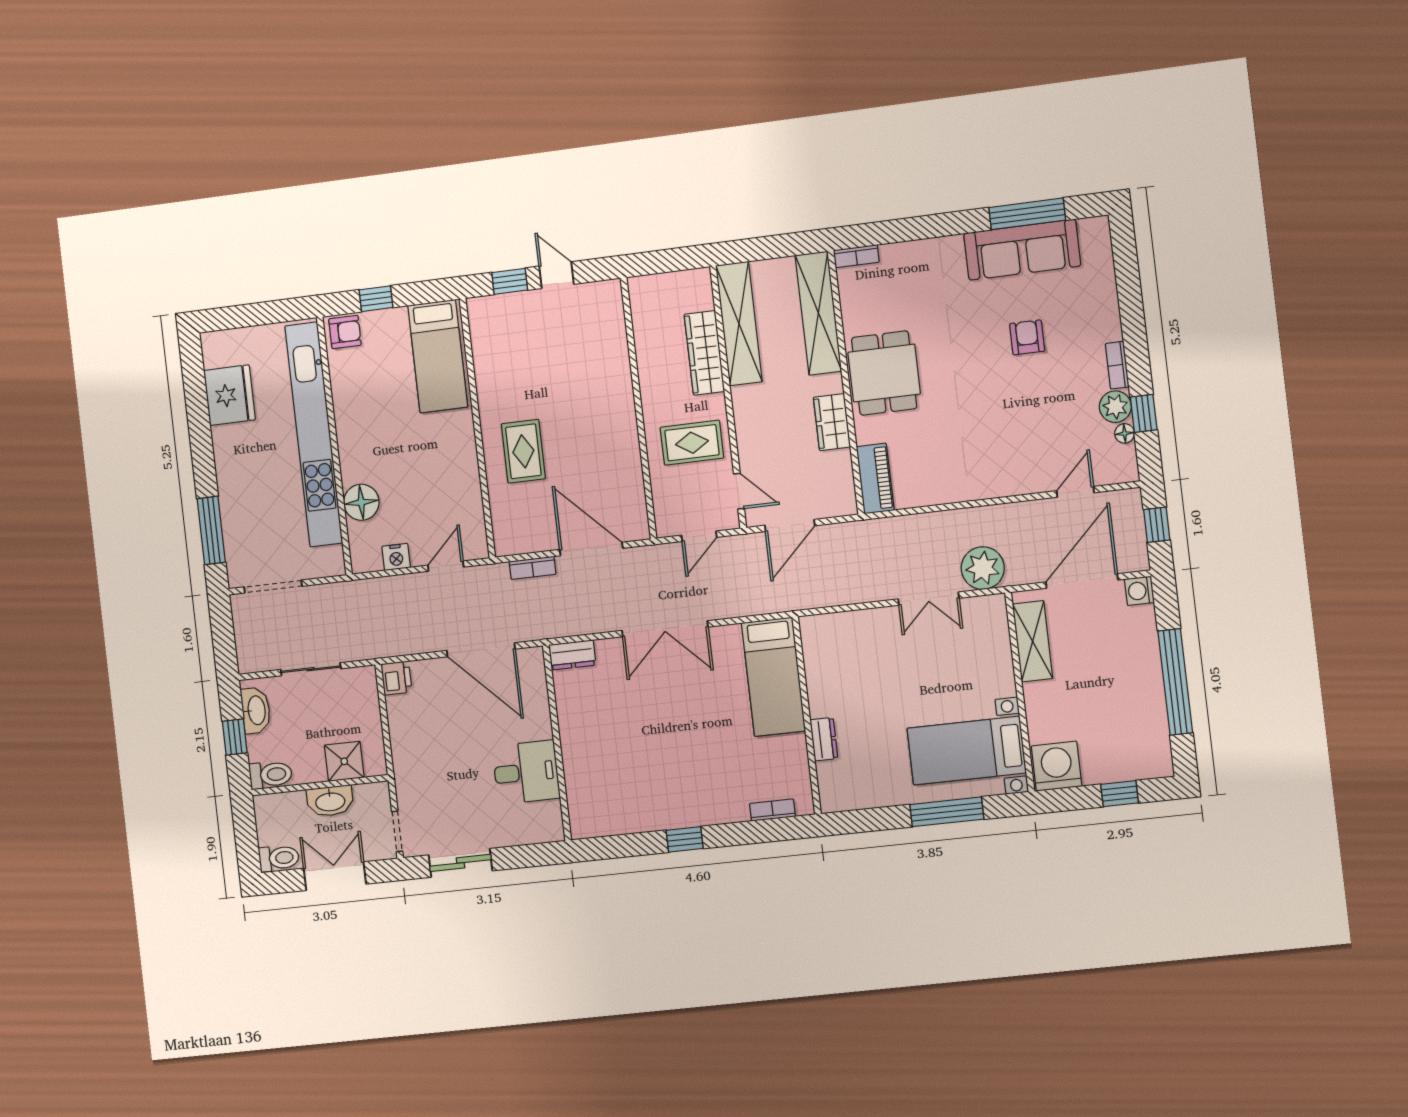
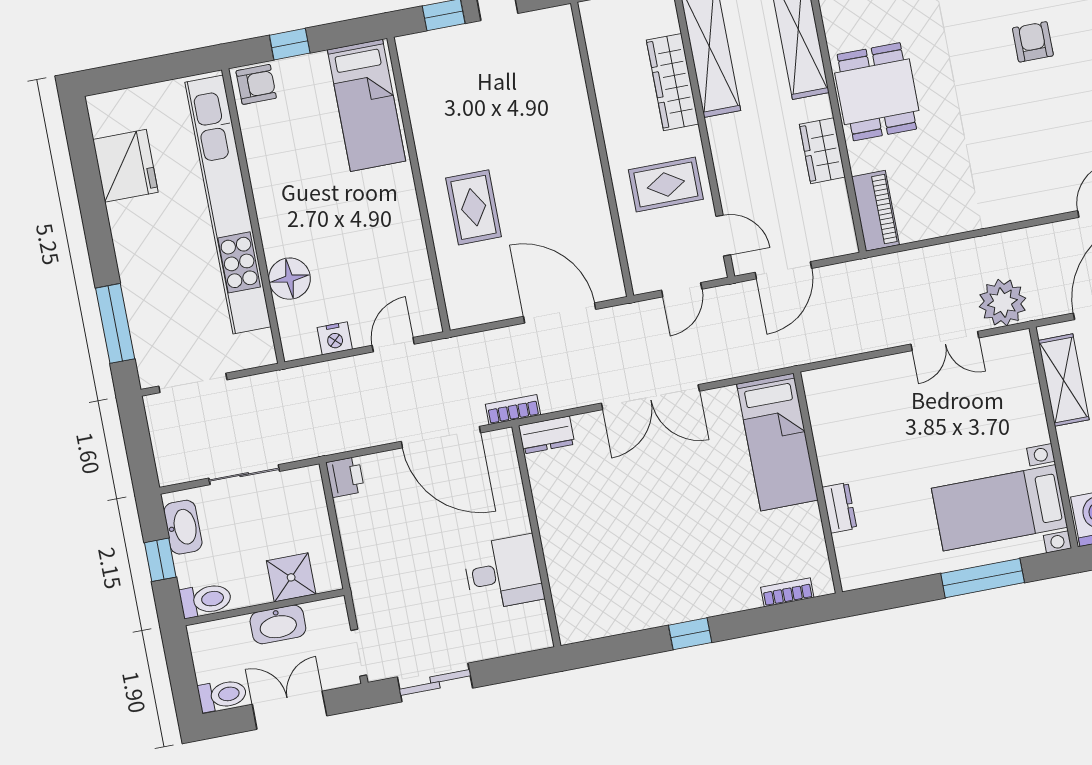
bookcase: (533, 568) -> (513, 410), moved, turned 180

